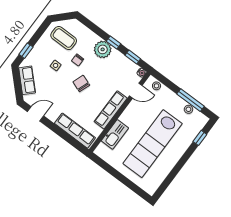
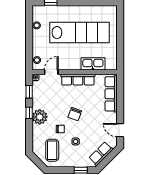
door: (136, 91) -> (51, 72), hinge flipped
window: (190, 100) -> (29, 29), removed

